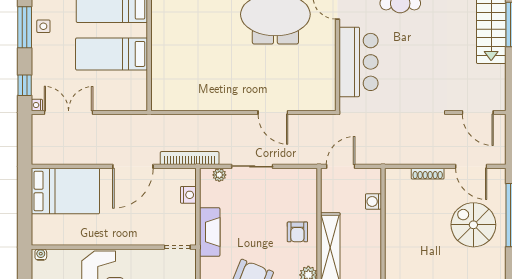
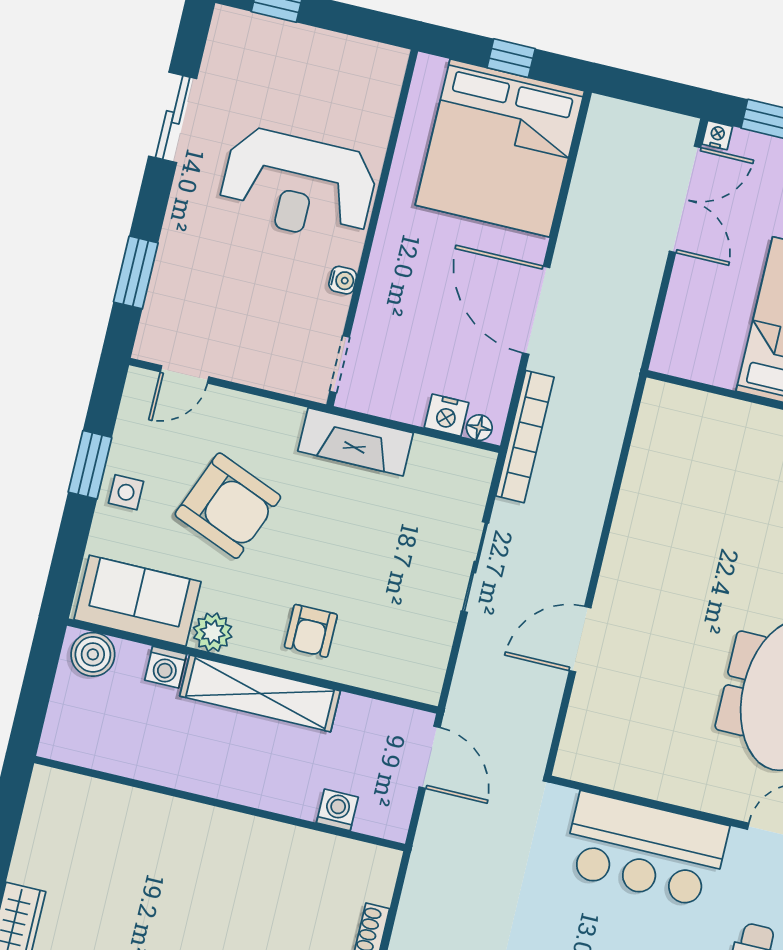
plant: (219, 175) -> (474, 492), removed
floor lamp: (190, 179) -> (479, 428), added
bed: (65, 191) -> (500, 148), width x1.36
window: (25, 204) -> (511, 58), added
armchair: (297, 232) -> (311, 631), turned -90
water cooler: (41, 255) -> (343, 280), moved

